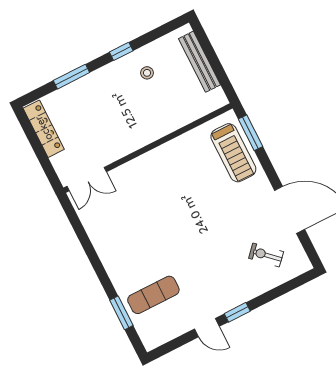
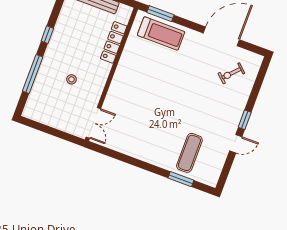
stool: (147, 73) -> (71, 79), moved
window: (71, 77) -> (33, 74), width x1.44
locker: (44, 129) -> (114, 42), moved, turned -90

